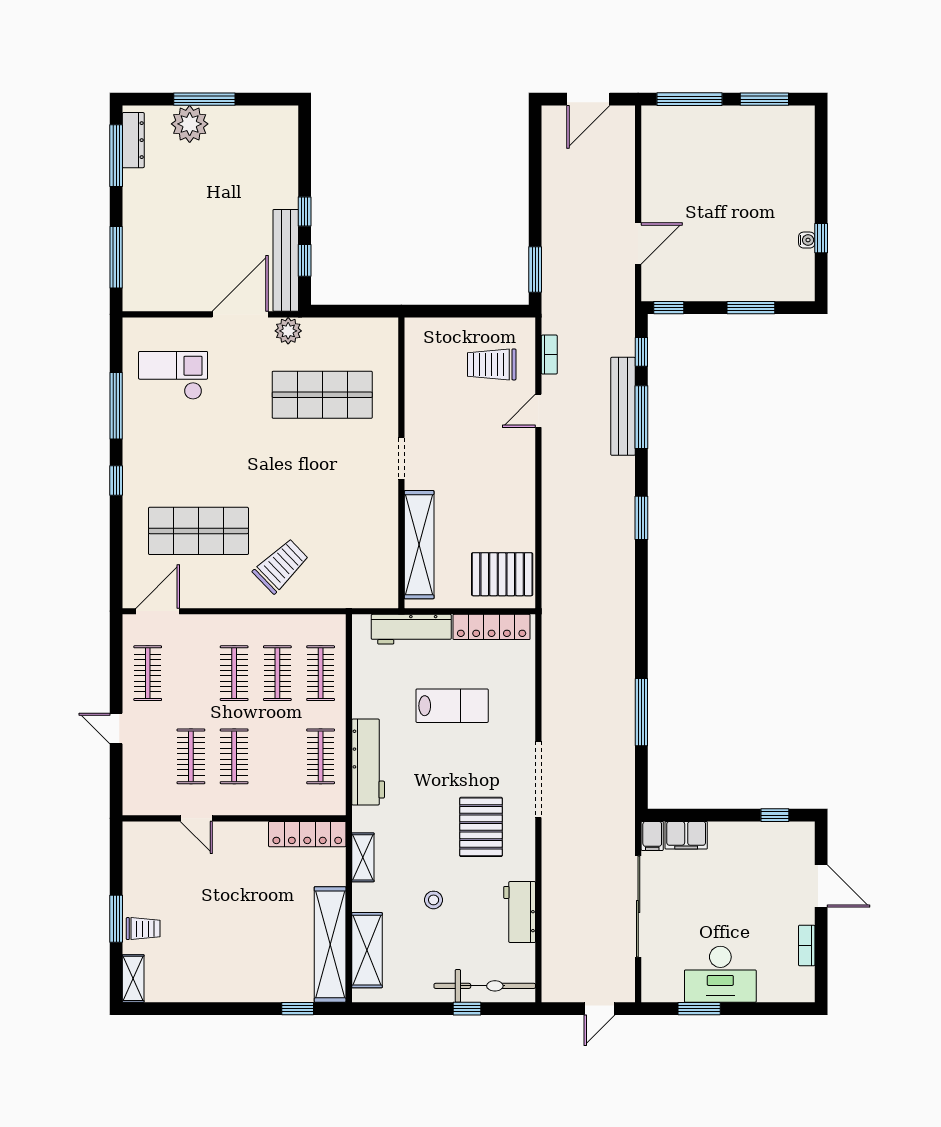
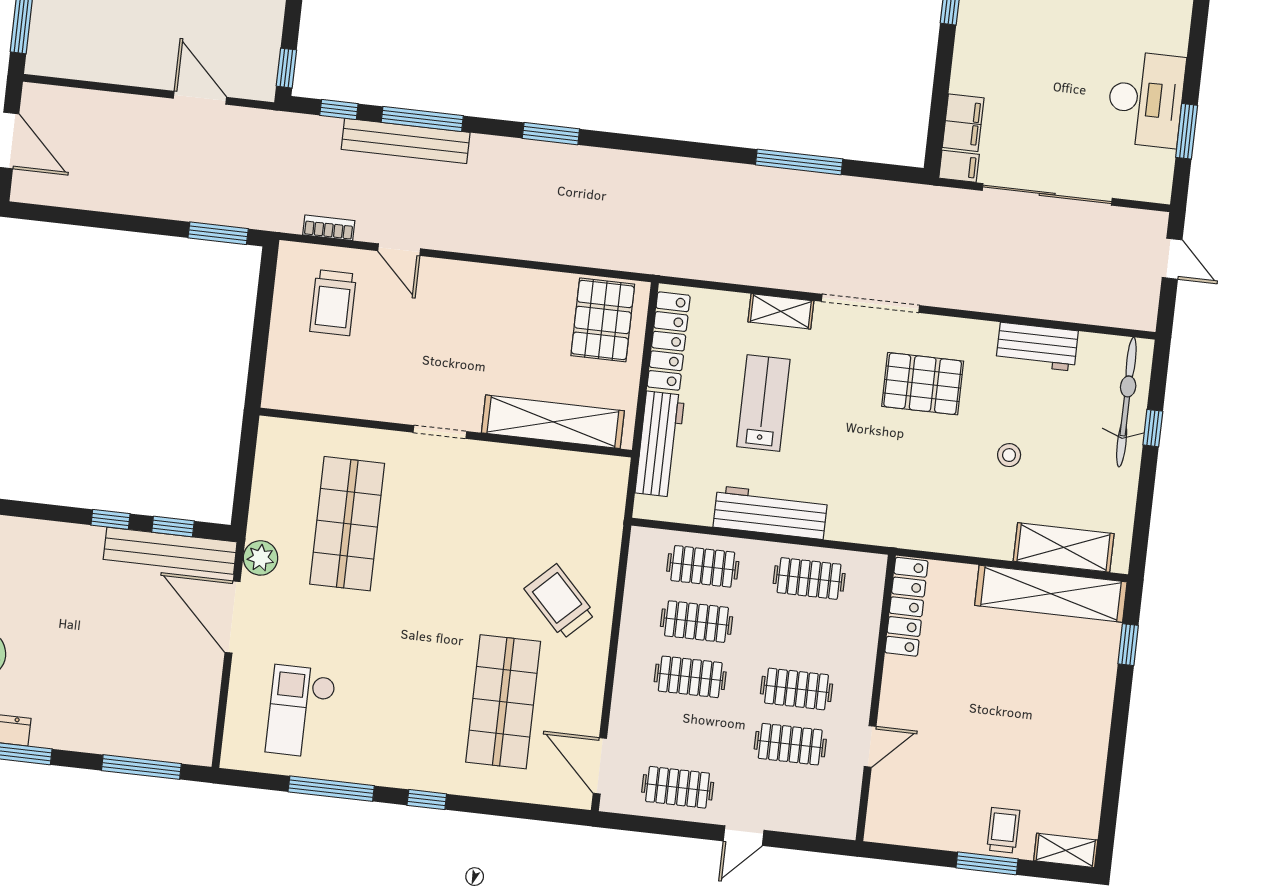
workbench: (368, 762) -> (770, 513), moved
shelving: (363, 857) -> (781, 311), moved

